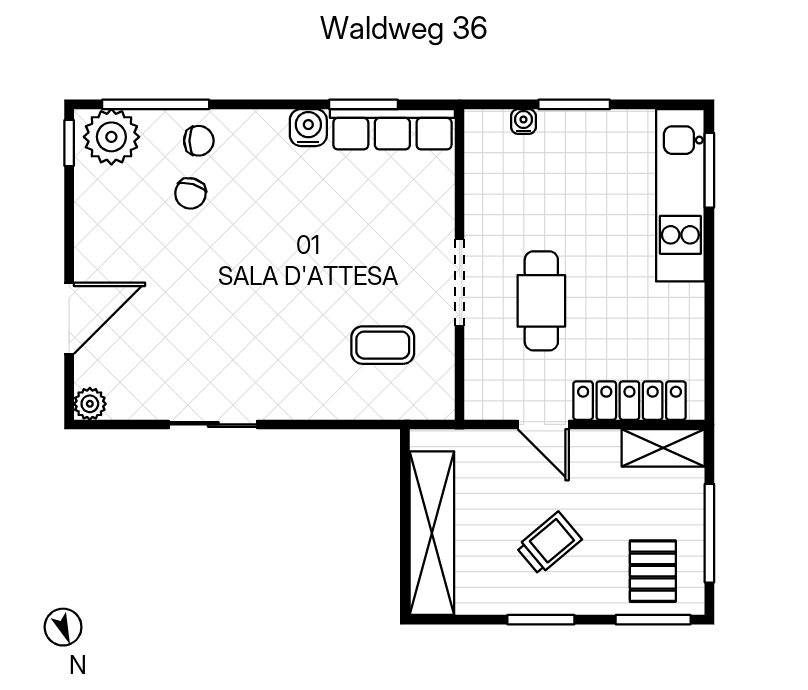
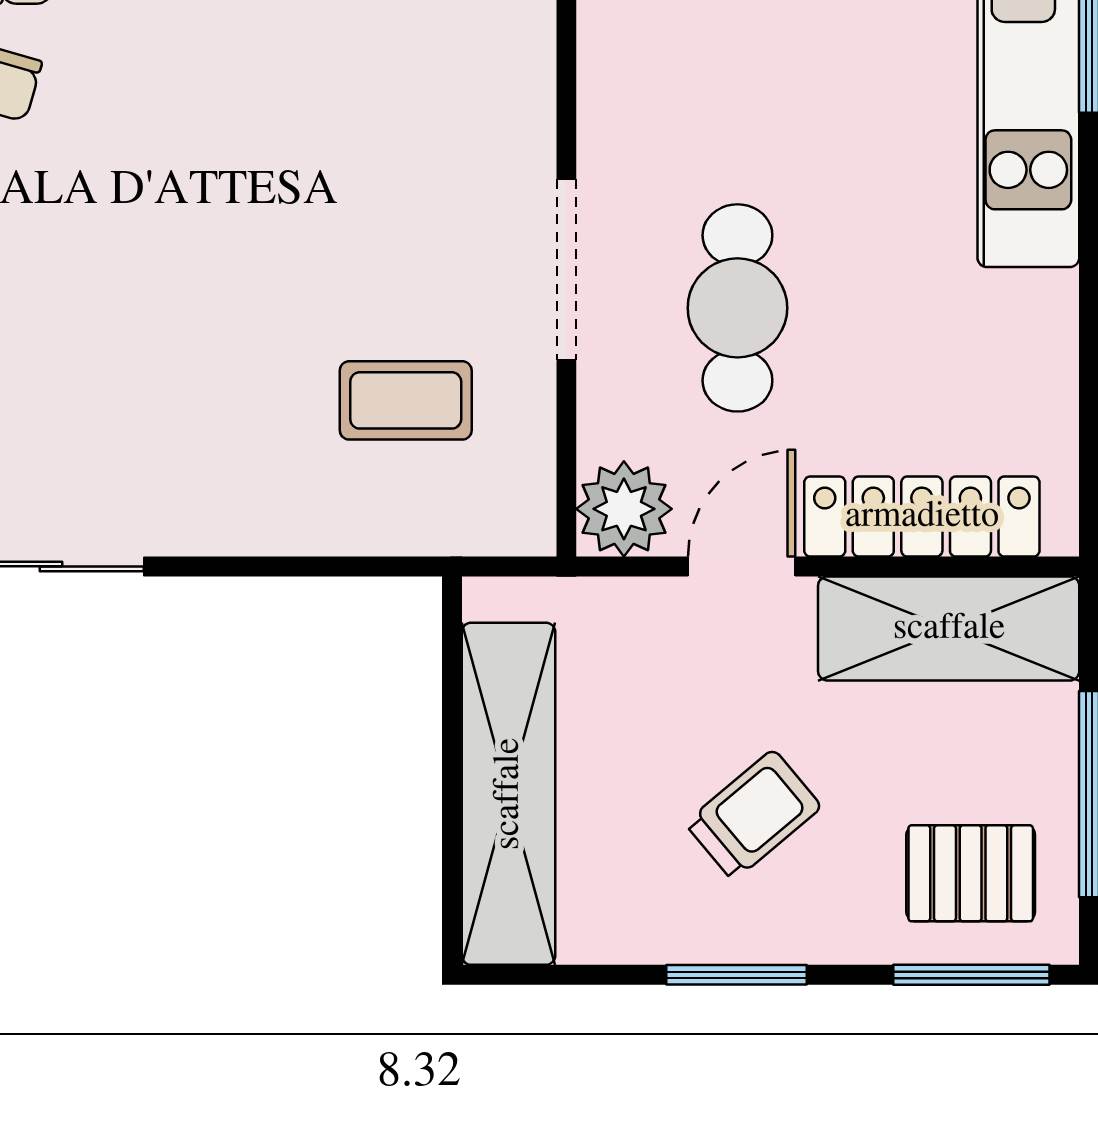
plant: (487, 397) -> (624, 509), added
door: (543, 424) -> (742, 566), swing flipped
shelving: (663, 448) -> (949, 628), width x1.50, depth x1.33
pallet: (653, 571) -> (971, 873), turned 90

